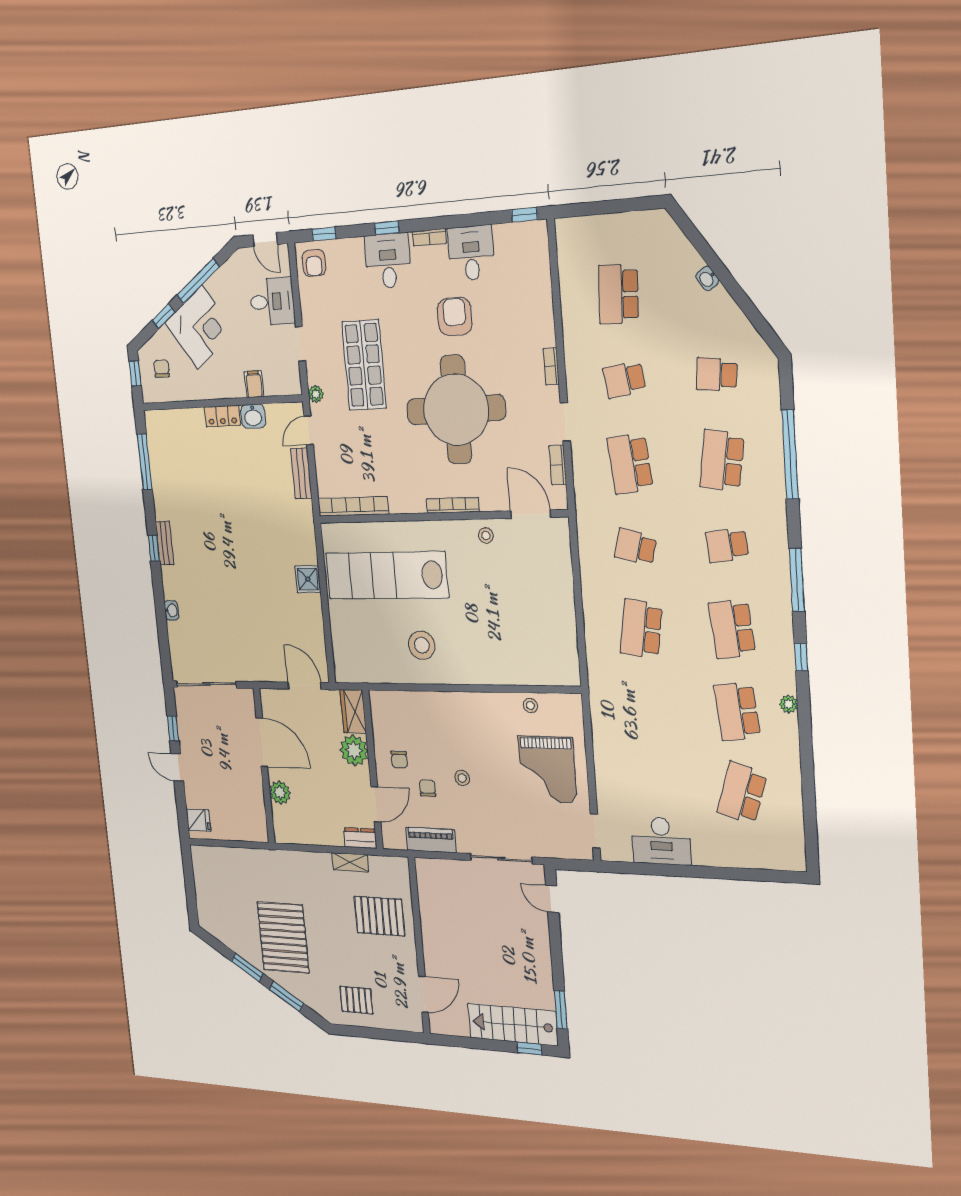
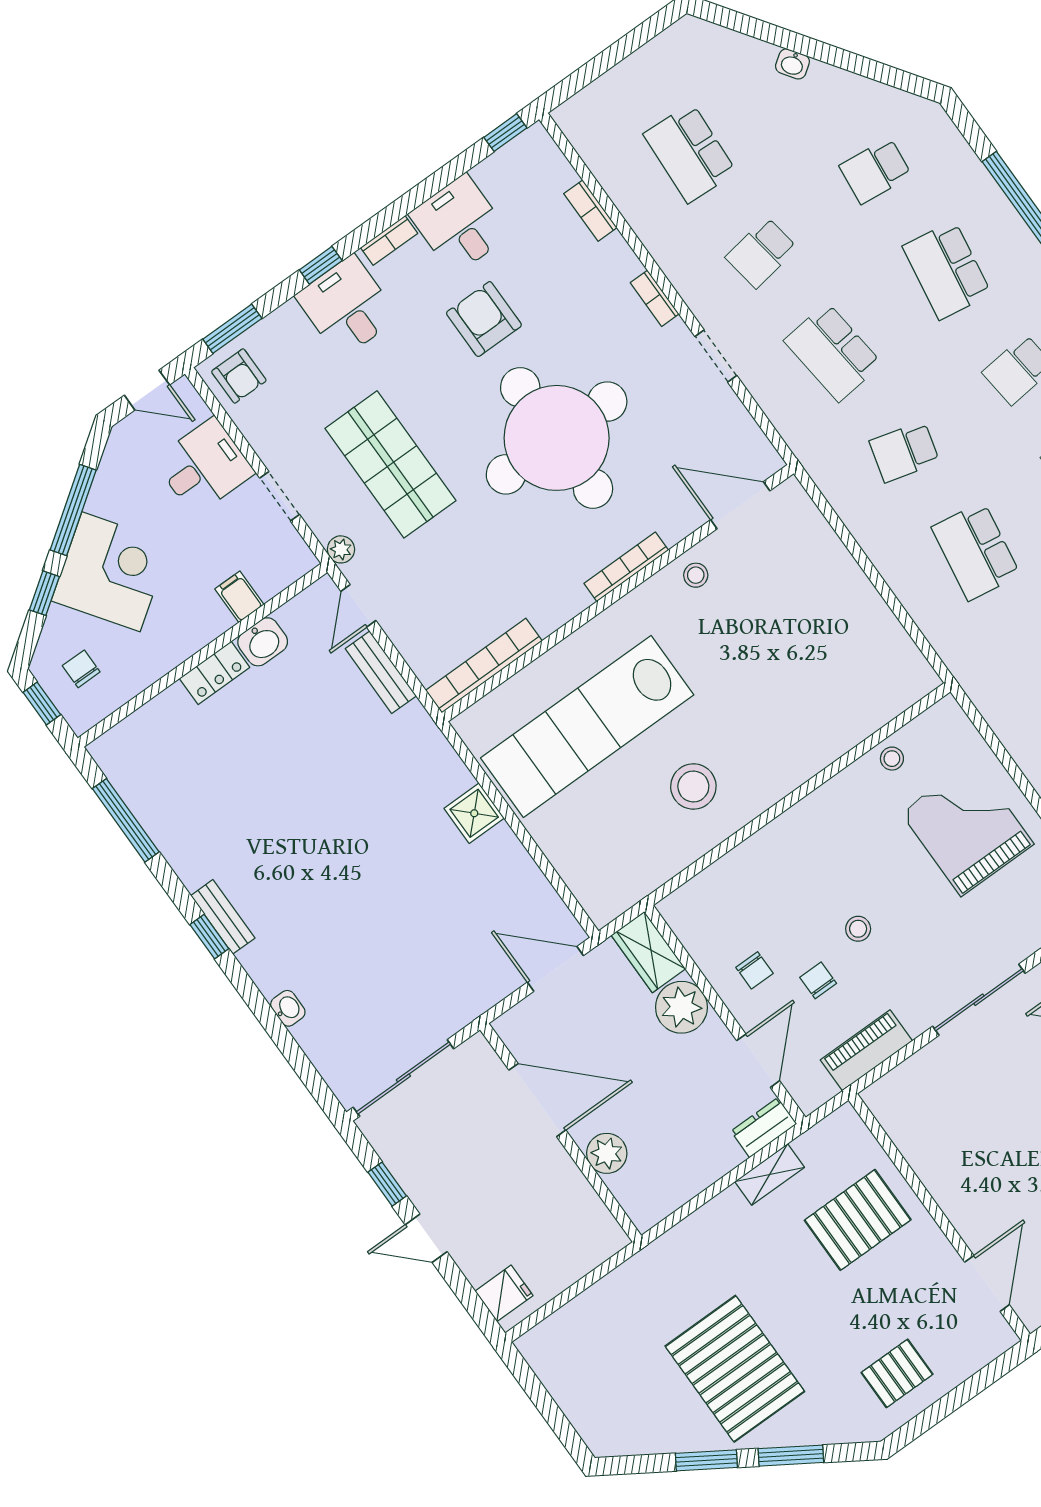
window: (324, 234) -> (232, 329), width x1.50
bookcase: (558, 465) -> (590, 211), moved
grand piano: (548, 770) -> (967, 828), turned 180

